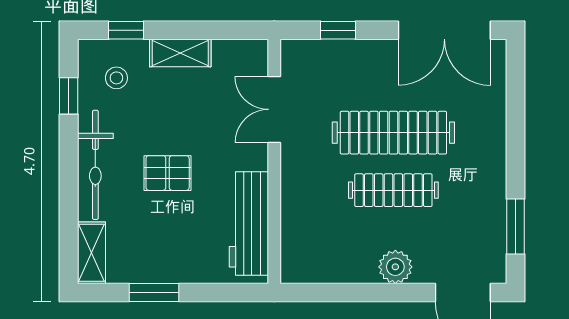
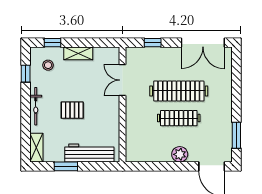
bicycle: (95, 165) -> (36, 106), width x0.73, depth x0.71
workbench: (249, 224) -> (89, 153), moved, turned 90

